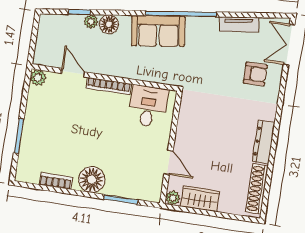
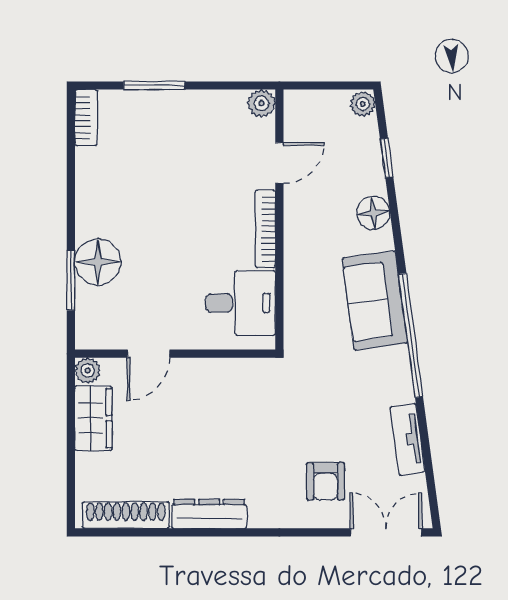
plant: (91, 22) -> (363, 104), moved
floor lamp: (92, 180) -> (98, 262), moved
bookcase: (56, 181) -> (86, 118), moved

